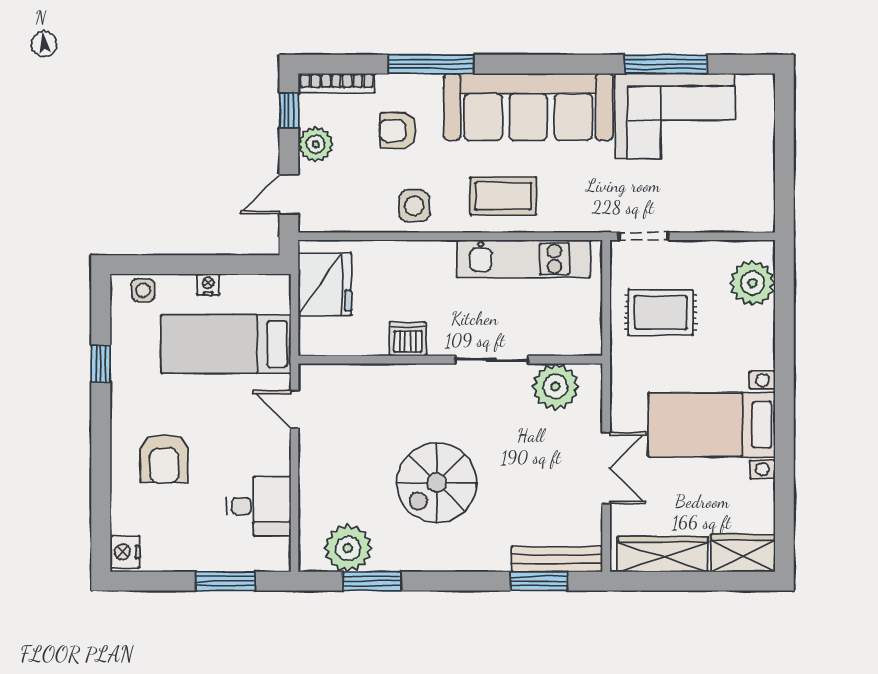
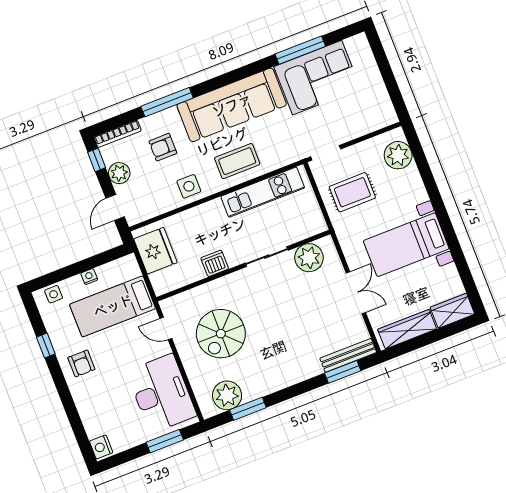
armchair: (164, 459) -> (81, 363), moved, width x0.72, depth x0.72
spiral stairs: (437, 483) -> (221, 334), moved
desk: (259, 506) -> (162, 393), width x1.87, depth x1.30

